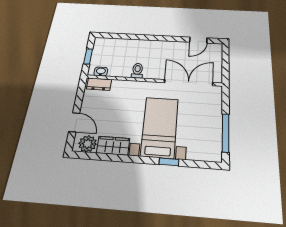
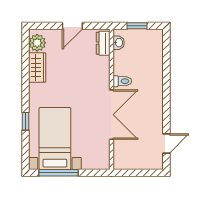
door: (198, 40) -> (166, 143), swing flipped
double door: (189, 83) -> (112, 115), moved
door: (74, 122) -> (72, 26), moved
bed with nightstands: (160, 127) -> (55, 139), moved, turned -90

